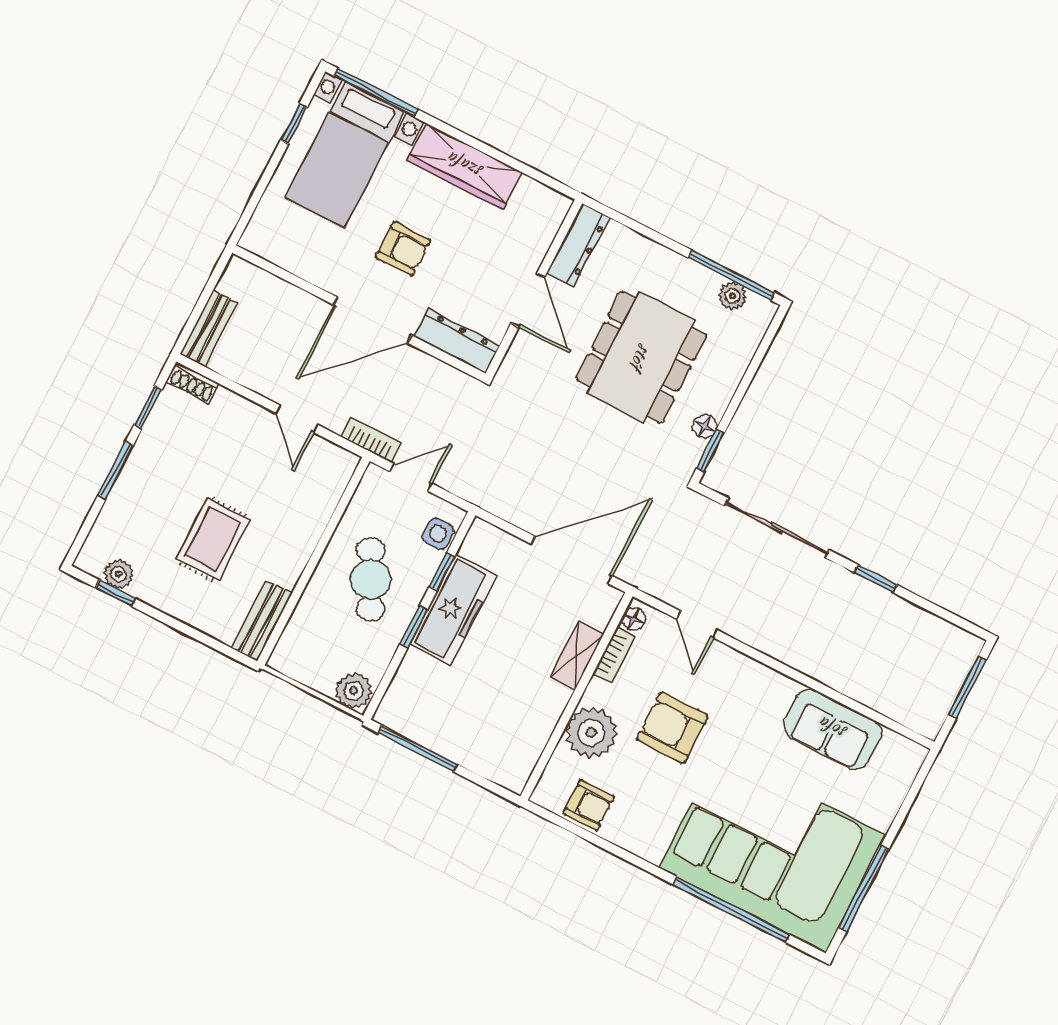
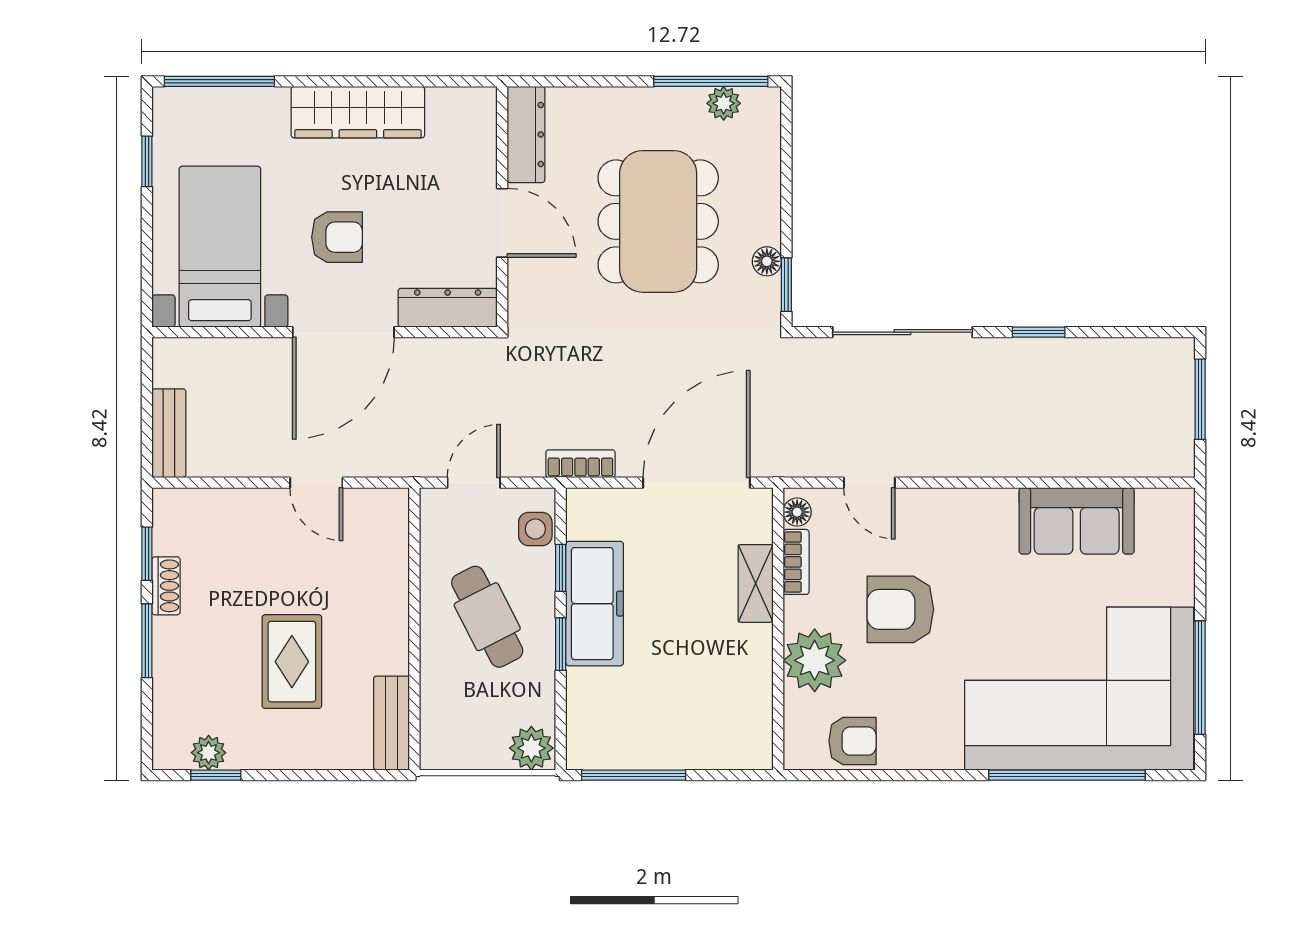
bed with nightstands: (345, 155) -> (220, 247), moved, turned 180
shoe rack: (193, 383) -> (166, 586), moved, turned -90
bookcase: (371, 440) -> (580, 464), moved

